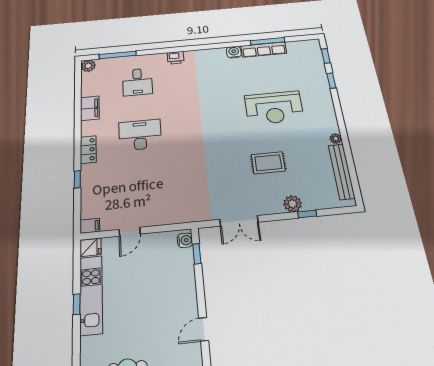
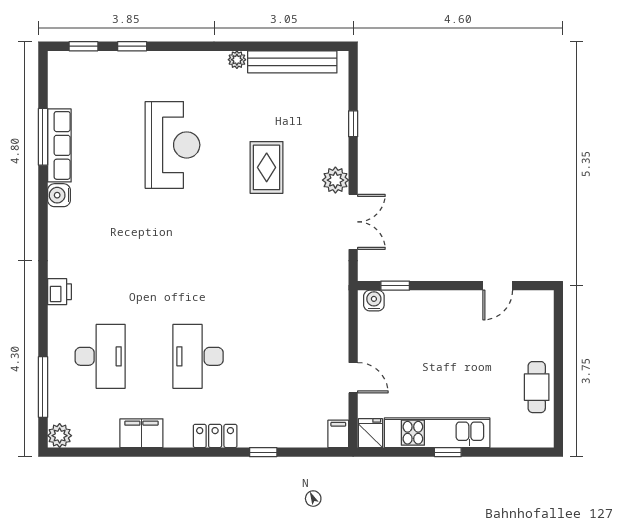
desk: (137, 82) -> (100, 356), width x1.37
plant: (293, 204) -> (335, 180), moved
door: (204, 329) -> (498, 286), hinge flipped

